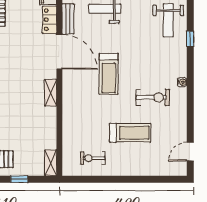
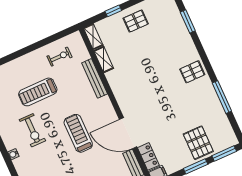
shelving: (51, 93) -> (104, 59), moved
exercise bike: (153, 97) -> (32, 130), turned -90
bench: (68, 121) -> (95, 78), added

